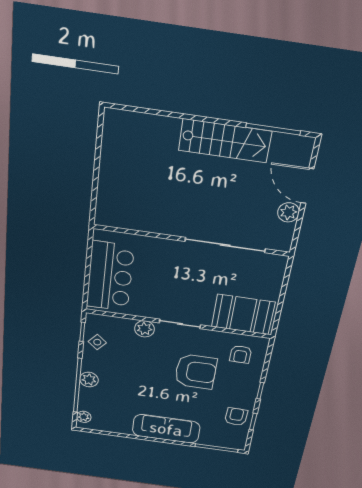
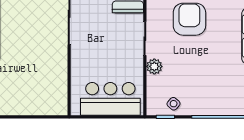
plant: (89, 380) -> (213, 108), removed

